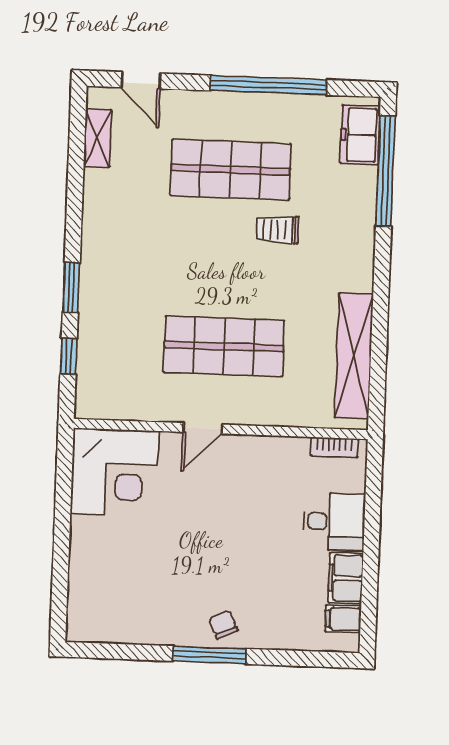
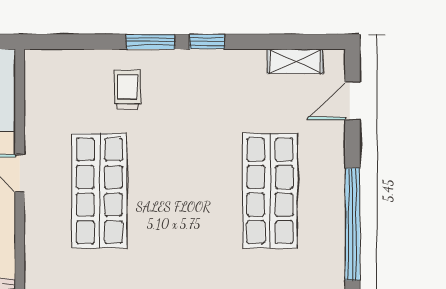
trolley: (277, 230) -> (127, 90), moved
window: (69, 356) -> (207, 42), moved

